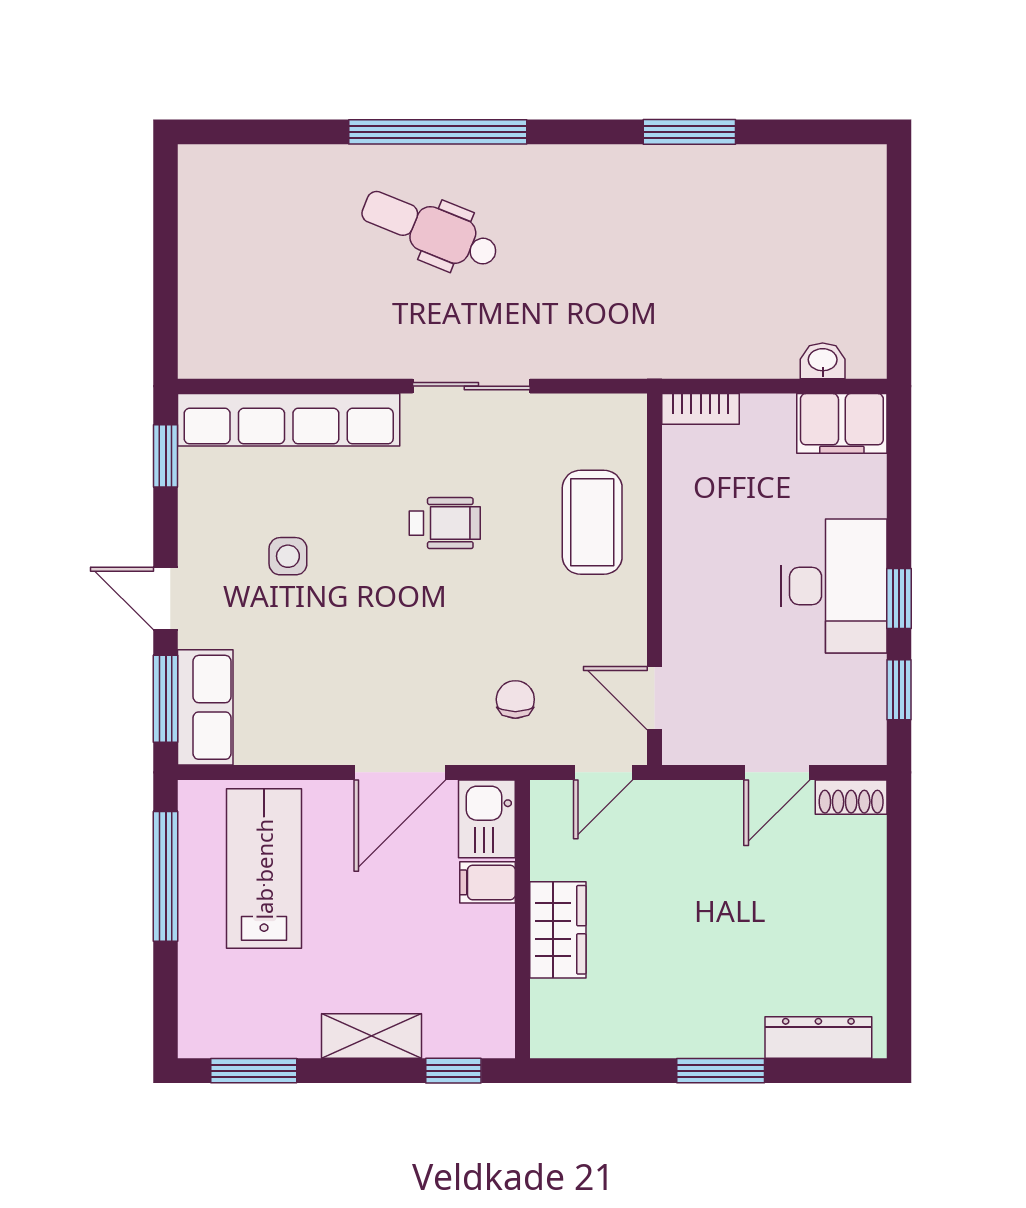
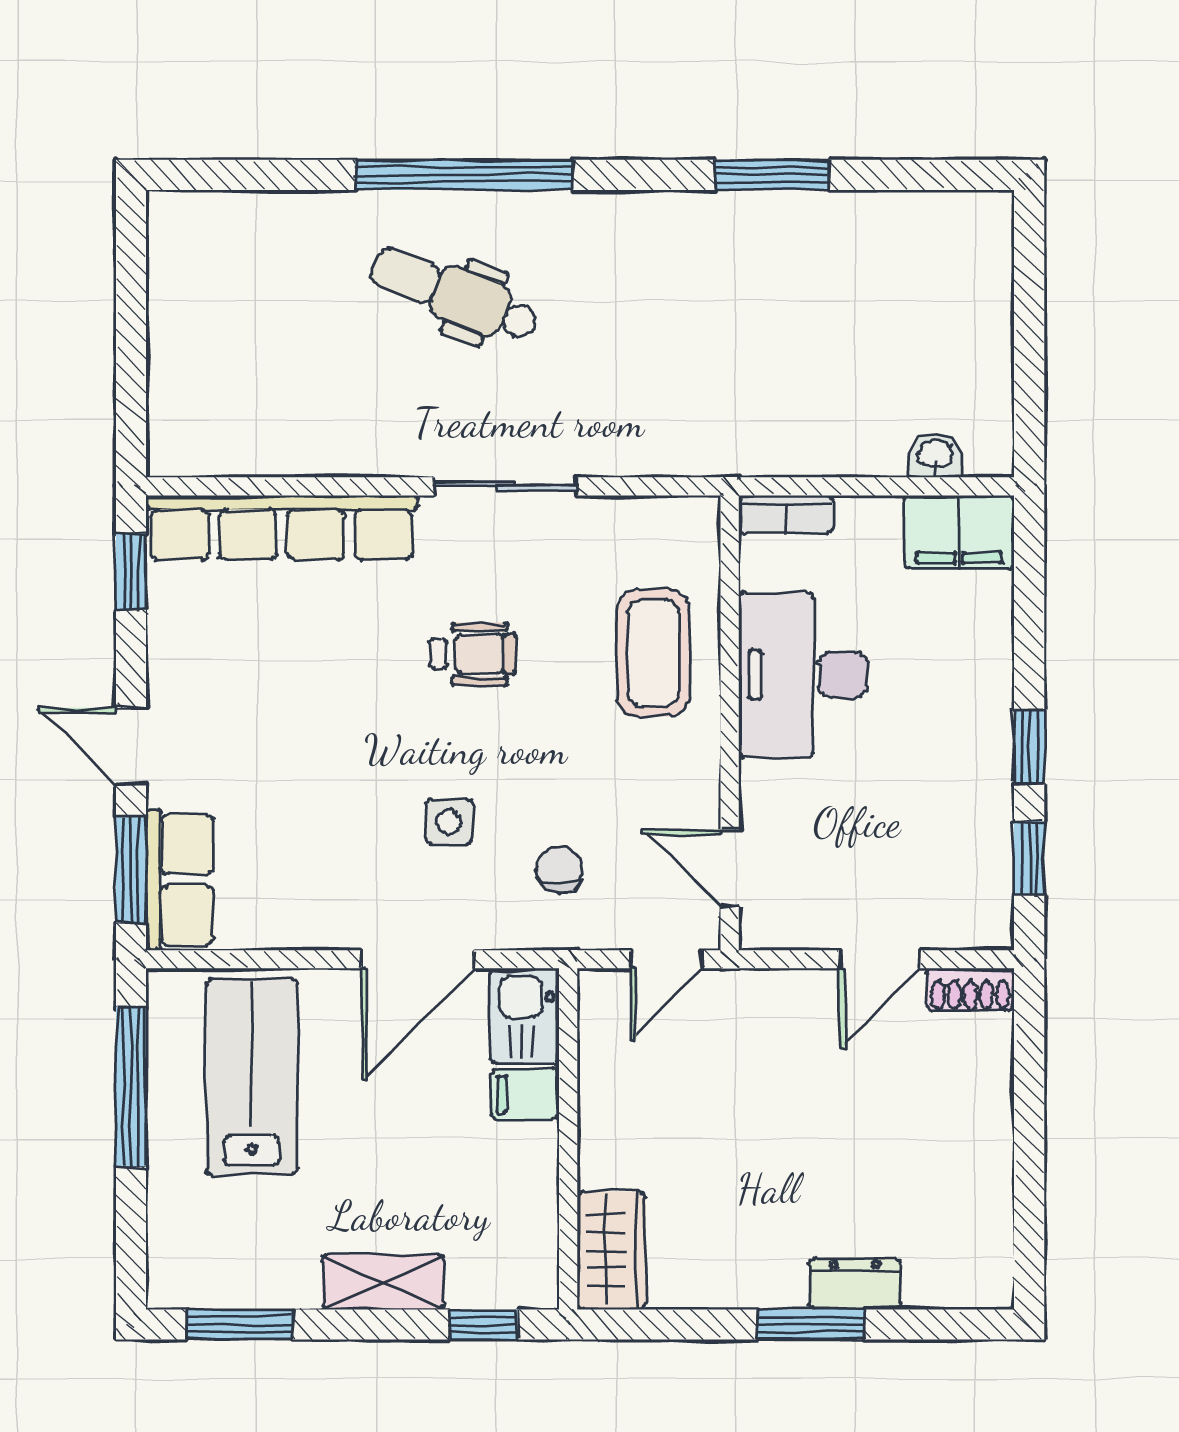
side table: (288, 556) -> (449, 822), moved
desk: (834, 586) -> (803, 675), moved, turned 180
wardrobe: (558, 930) -> (611, 1250), moved
dresser: (818, 1038) -> (855, 1284), moved, width x0.70

